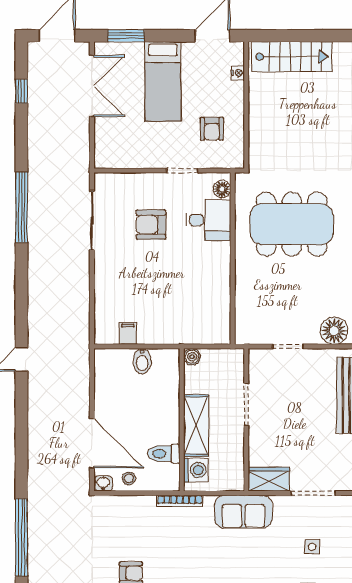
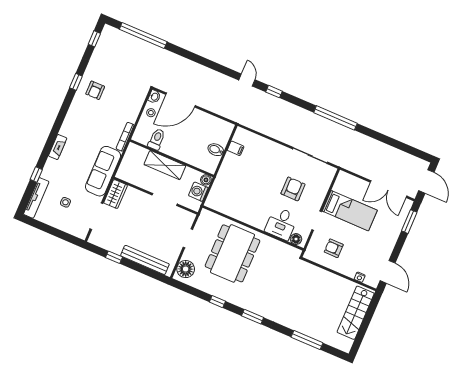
bed: (163, 81) -> (350, 211), moved, turned 180
window: (21, 91) -> (274, 92), moved
dining table: (292, 224) -> (233, 253), moved
washing machine: (196, 470) -> (198, 192), moved, turned 90
sofa: (243, 512) -> (103, 171), width x1.36

